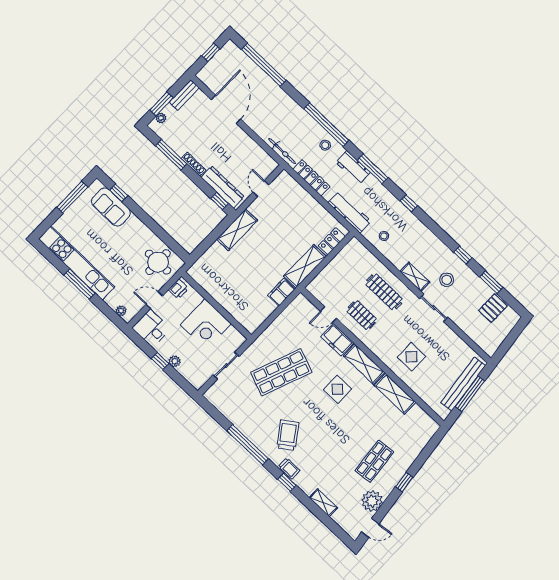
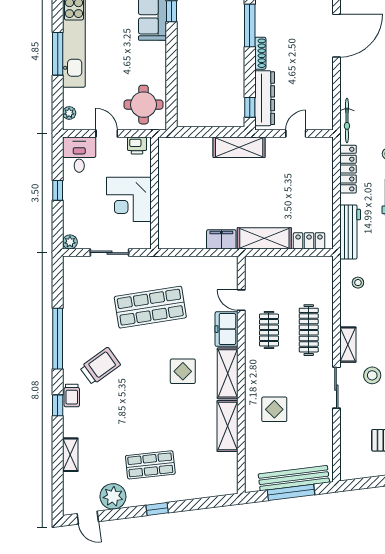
plant: (175, 361) -> (70, 242), moved
shop shelf: (281, 372) -> (150, 307), turned -30

